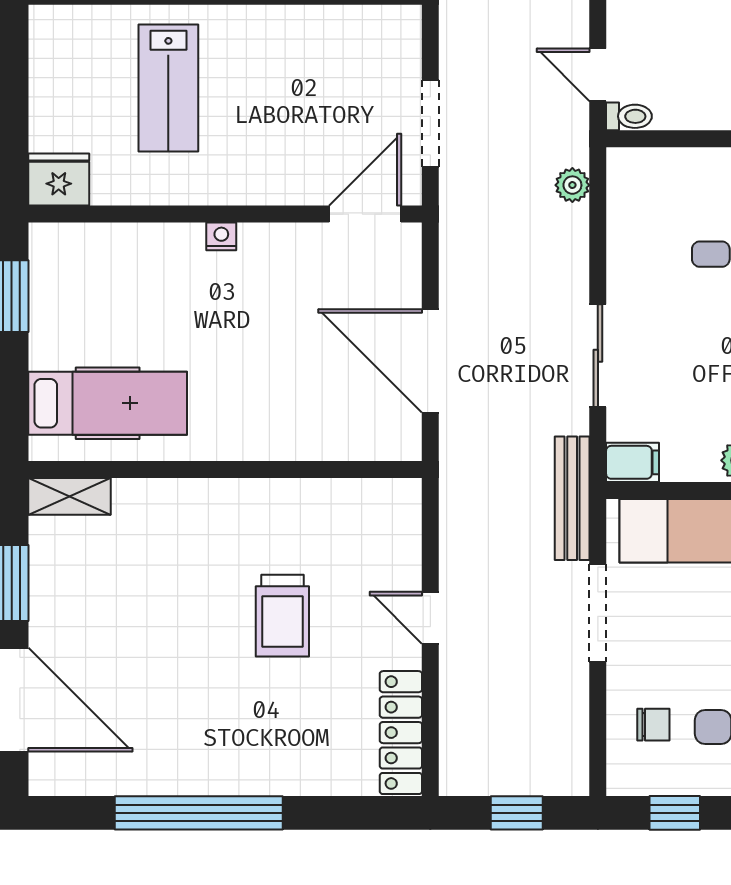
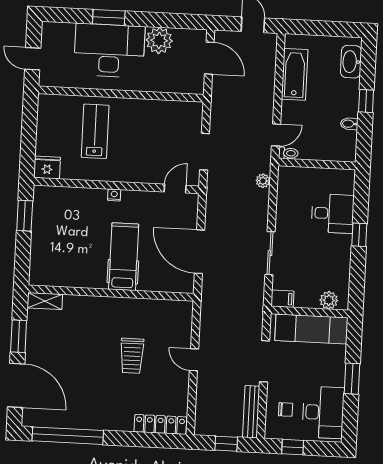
door: (598, 75) -> (276, 135), swing flipped
lab bench: (168, 88) -> (95, 131), turned 180
door: (365, 214) -> (175, 189), width x0.73
hospital bed: (108, 403) -> (124, 257), moved, turned -90
bench: (572, 498) -> (251, 412), moved
locker: (401, 733) -> (160, 424), moved, turned 90
window: (199, 813) -> (68, 436), moved

